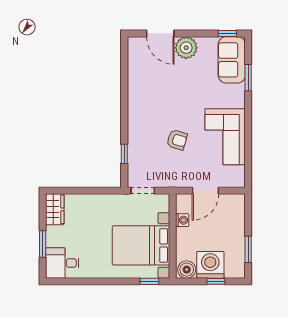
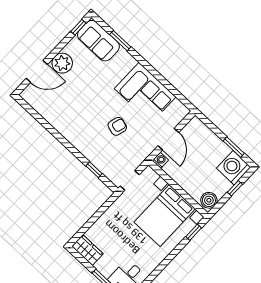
washing machine: (182, 220) -> (160, 160), moved
washing machine: (210, 265) -> (234, 168), moved

